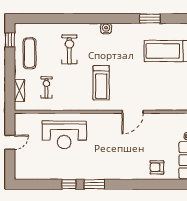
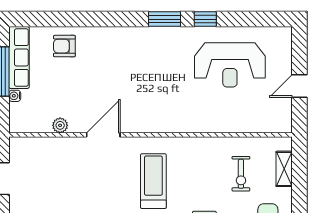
plant: (160, 118) -> (60, 125), added
reception desk: (64, 135) -> (230, 65), moved, turned 180
armchair: (157, 167) -> (64, 46), turned 180

